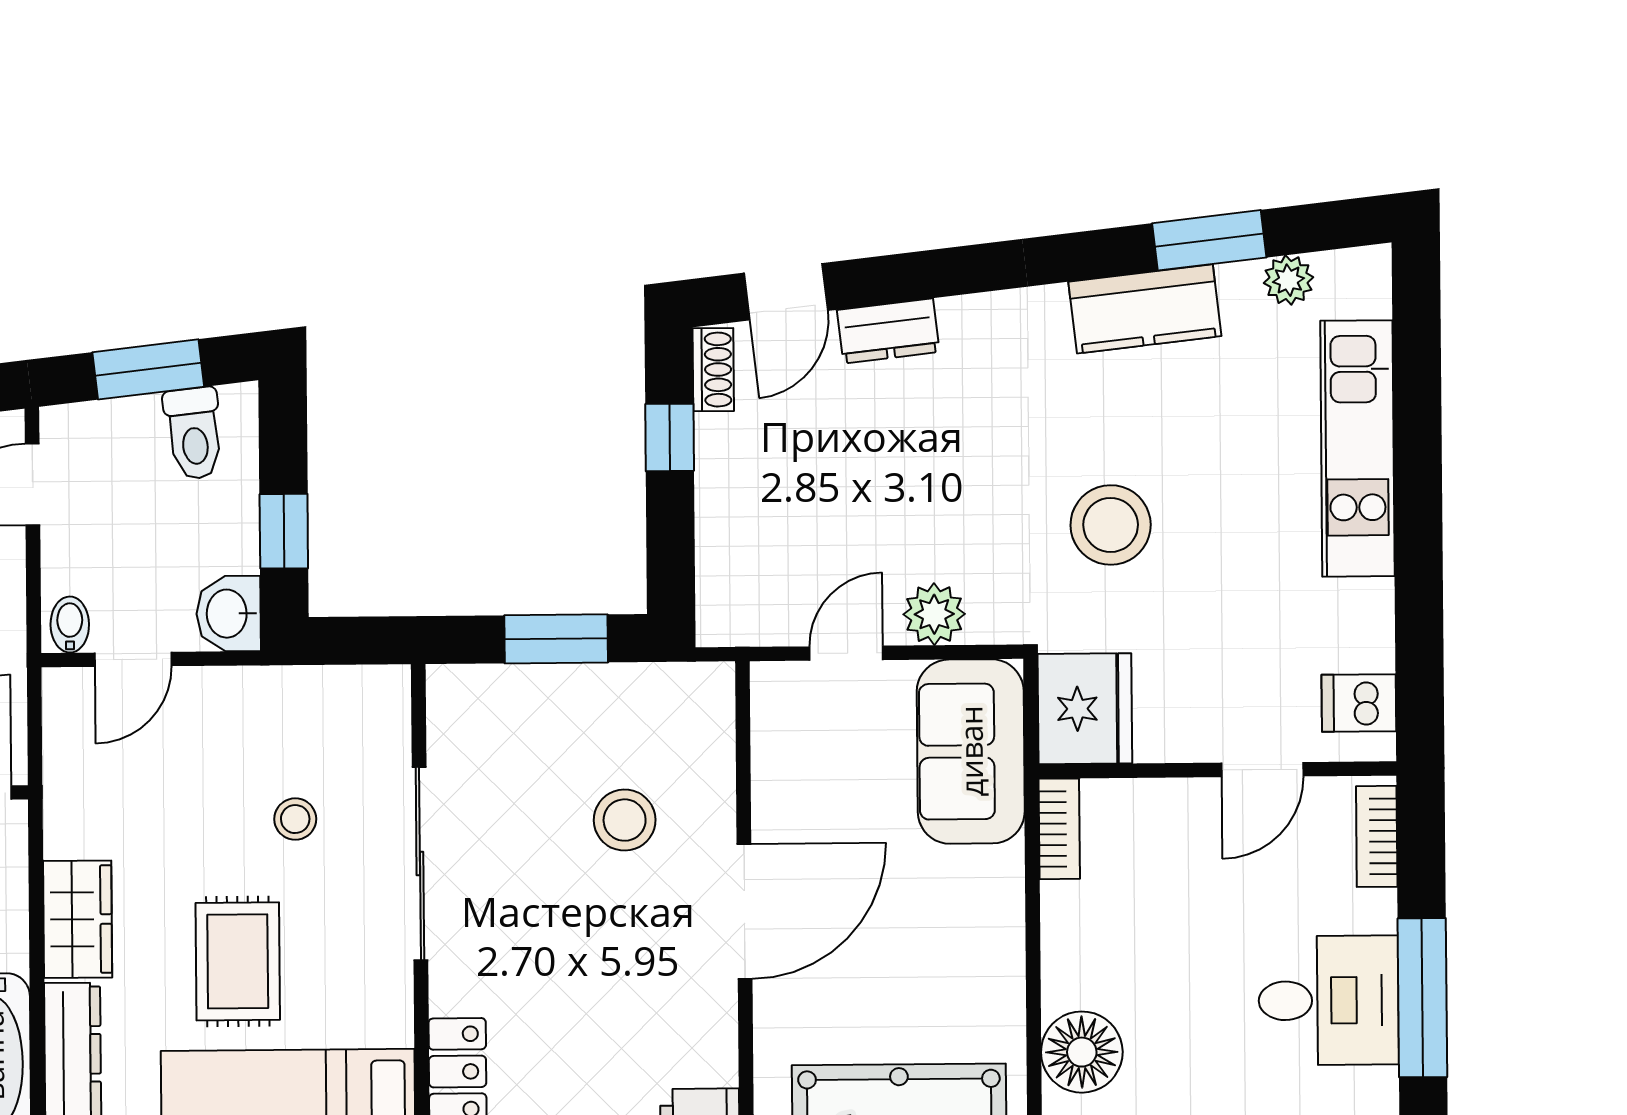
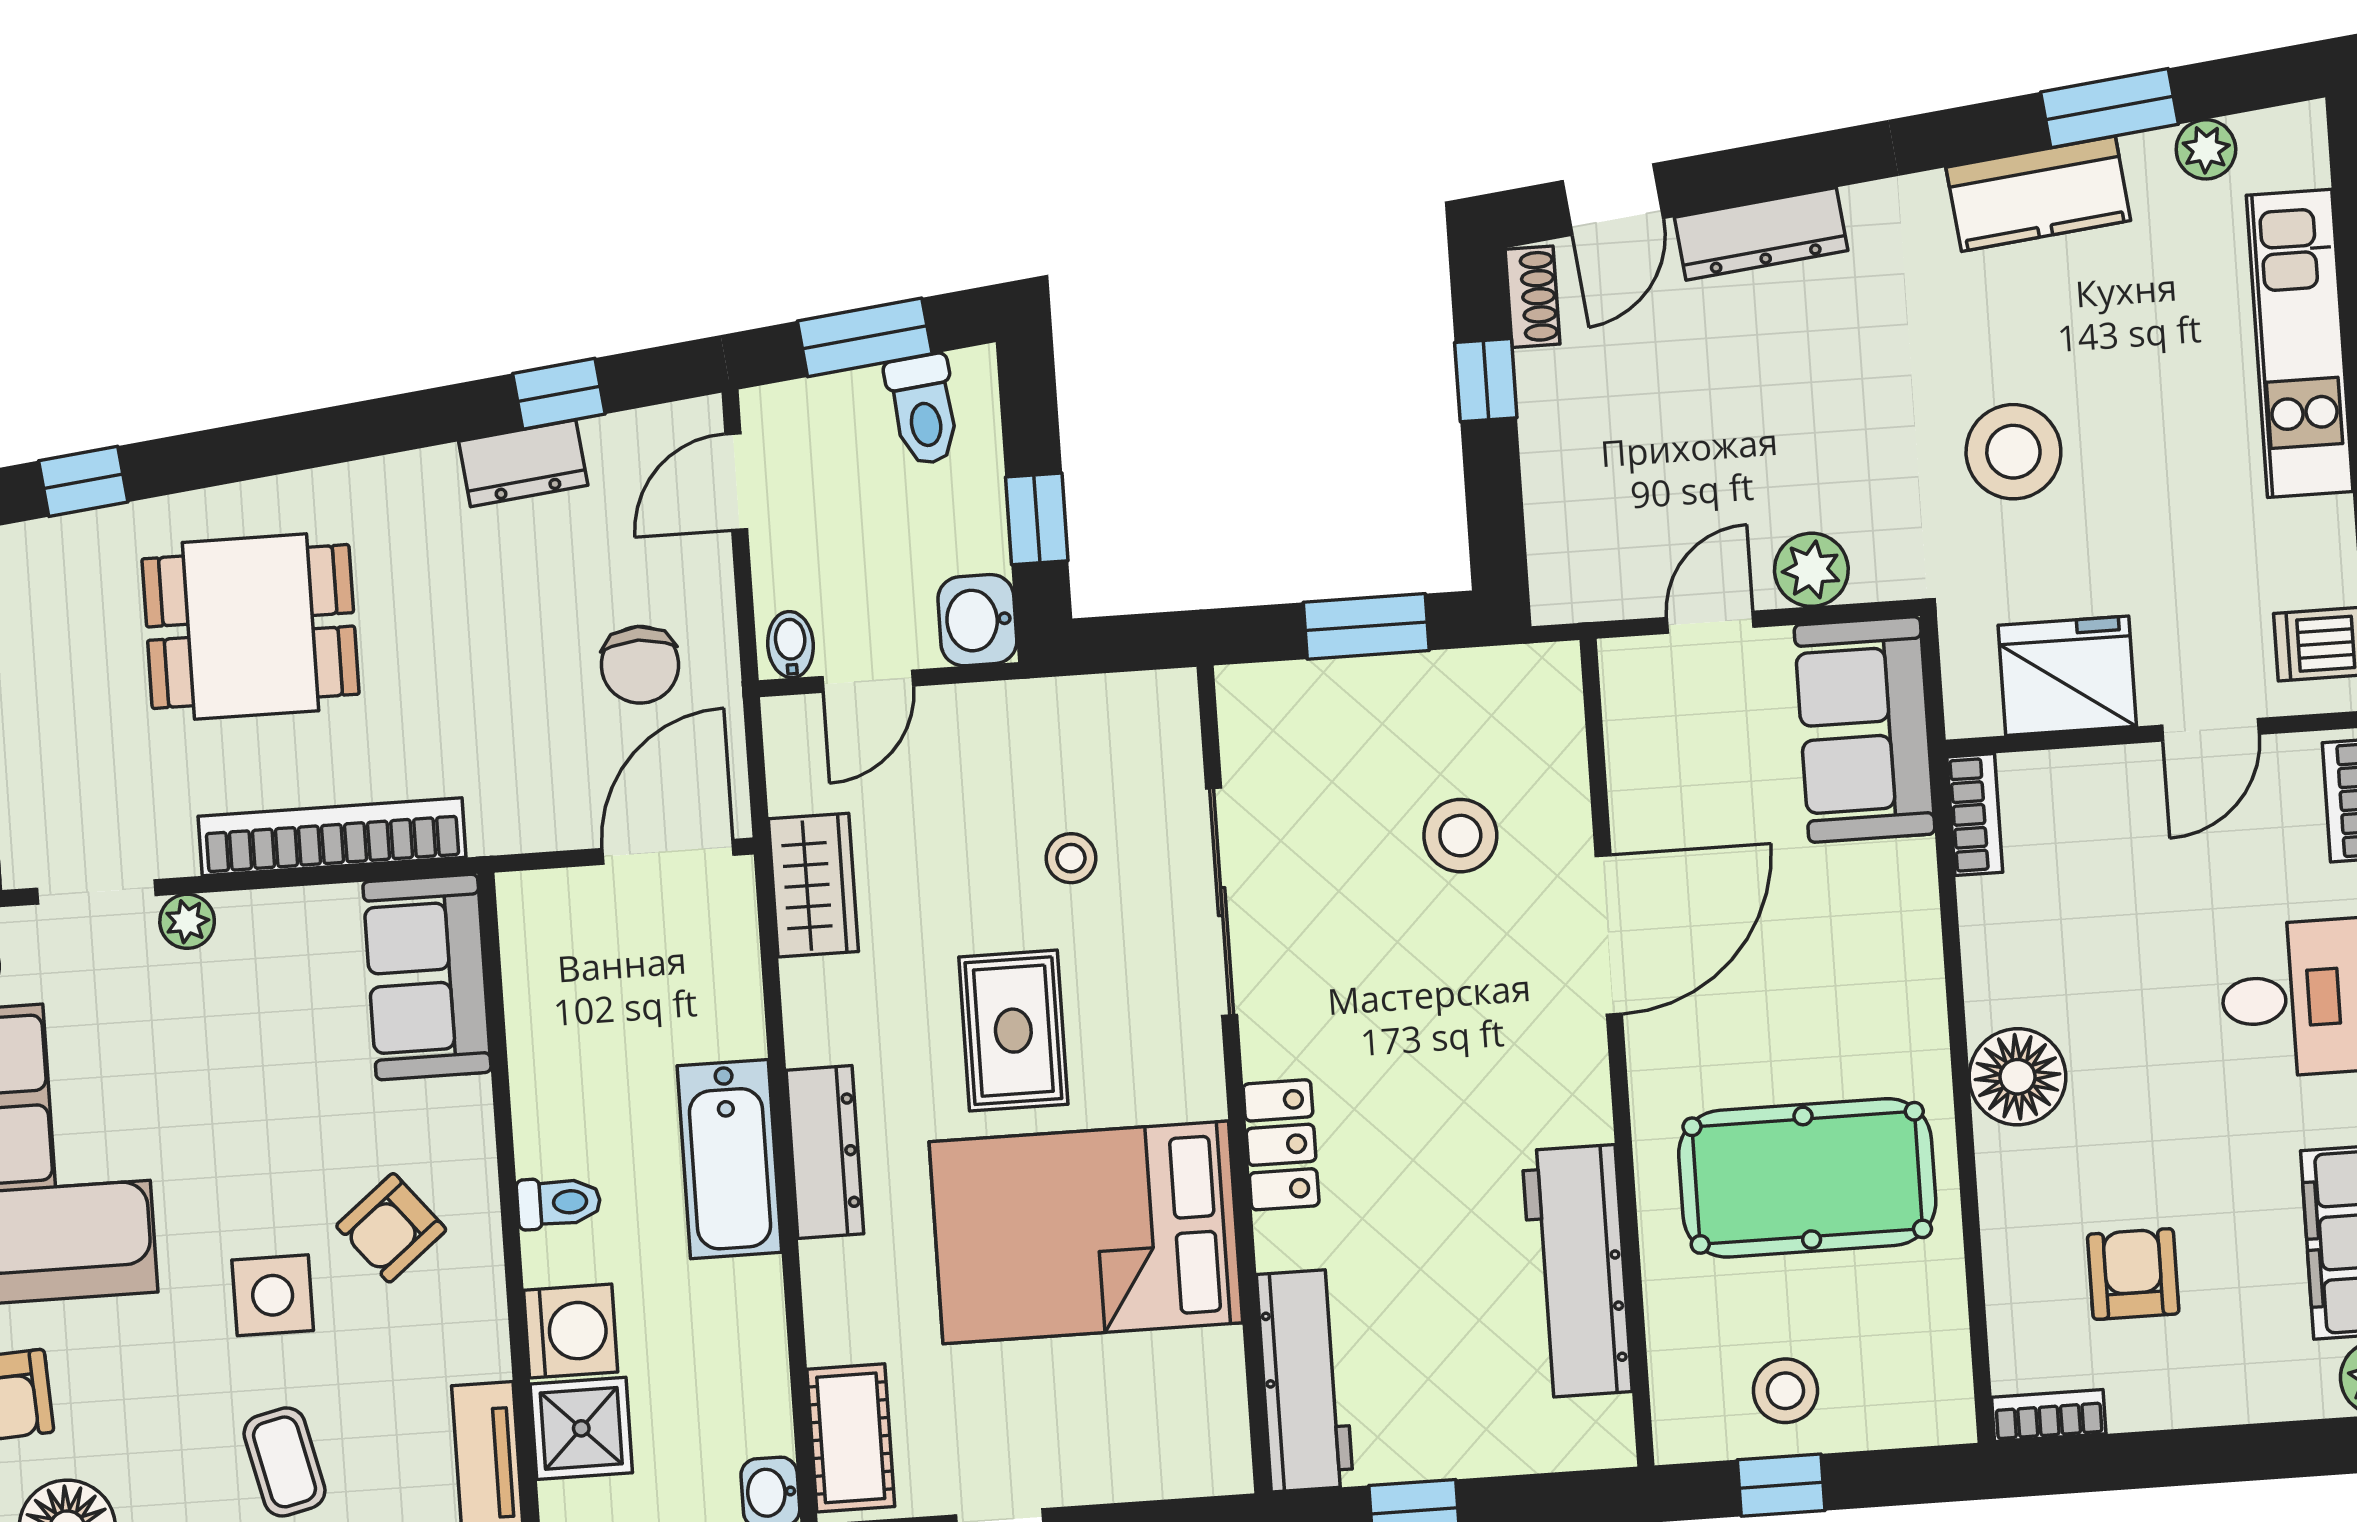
dresser: (888, 331) -> (1761, 234), width x1.44
fridge: (1085, 709) -> (2067, 676), moved, turned -90
wardrobe: (78, 919) -> (813, 885), moved

